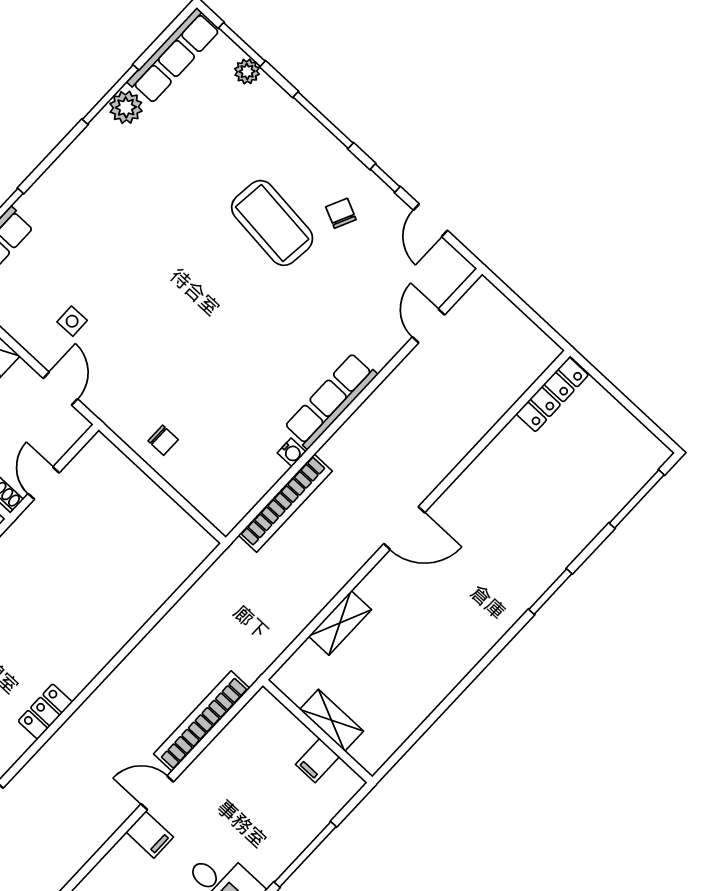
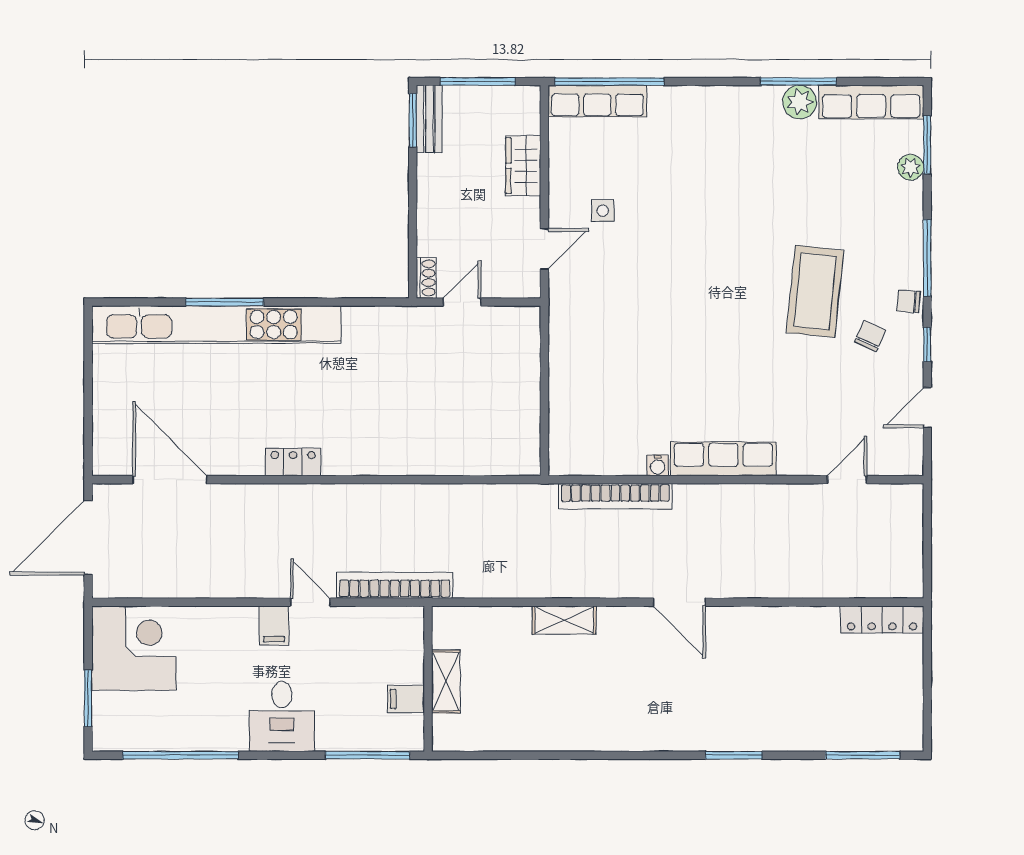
chair: (163, 440) -> (908, 301), moved, turned 94
shelving: (332, 720) -> (446, 682), moved
wall: (318, 731) -> (428, 679), moved
filing cabinet: (317, 760) -> (406, 699), moved

